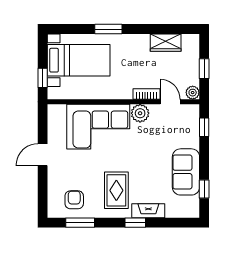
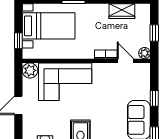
plant: (140, 113) -> (30, 70), moved
window: (204, 127) -> (154, 98), moved

